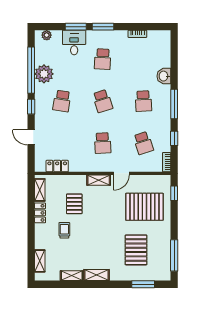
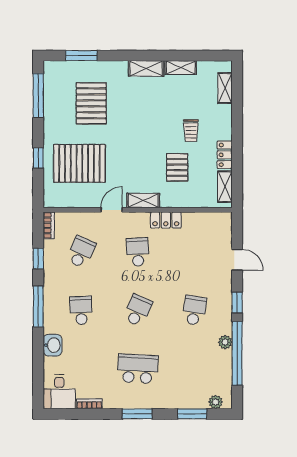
window: (76, 27) -> (192, 414), moved
desk: (74, 43) -> (59, 392), moved
school desk: (103, 59) -> (138, 369), width x1.85
plant: (44, 74) -> (225, 342), width x0.53, depth x0.53
school desk: (103, 101) -> (138, 310), turned 42
school desk: (143, 143) -> (81, 252), turned 42
locker: (57, 166) -> (166, 220), moved
window: (174, 193) -> (38, 158), moved

